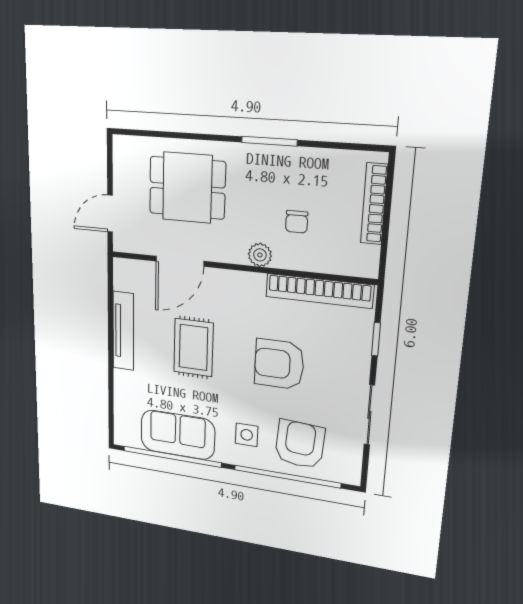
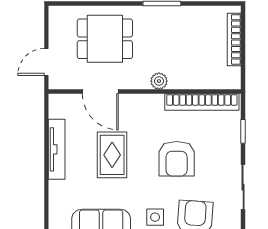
chair: (297, 222) -> (183, 56), removed
door: (180, 261) -> (100, 92), hinge flipped
armchair: (279, 364) -> (177, 159), turned -90

